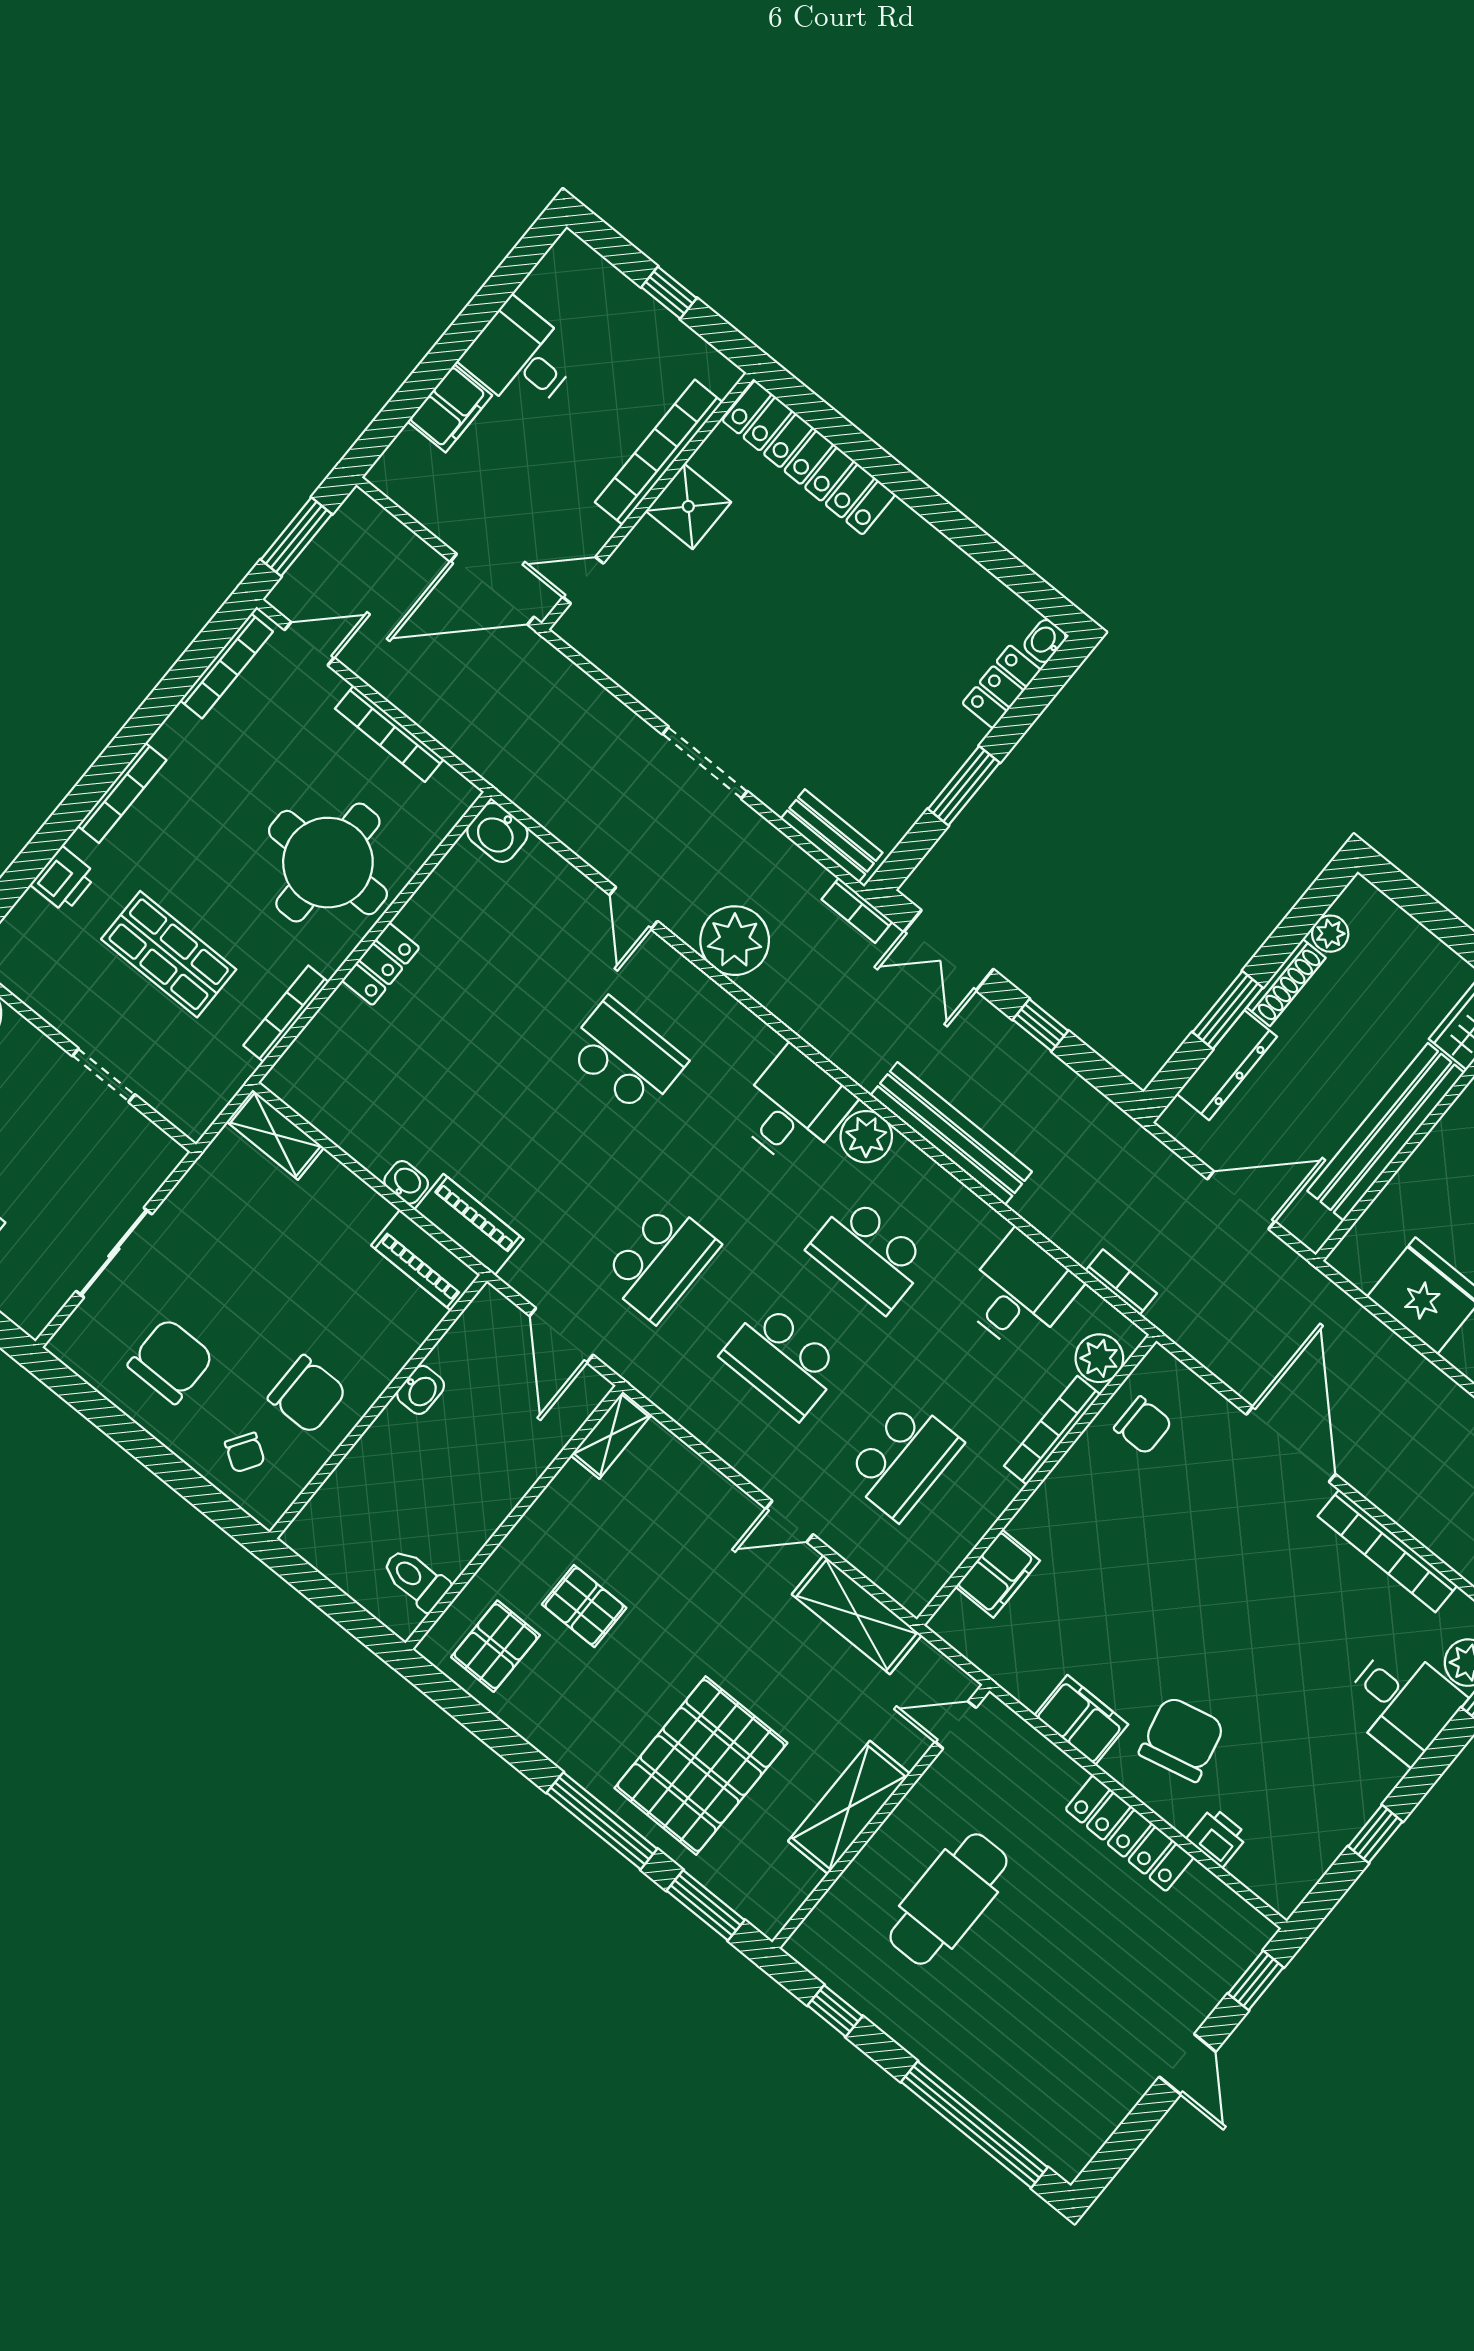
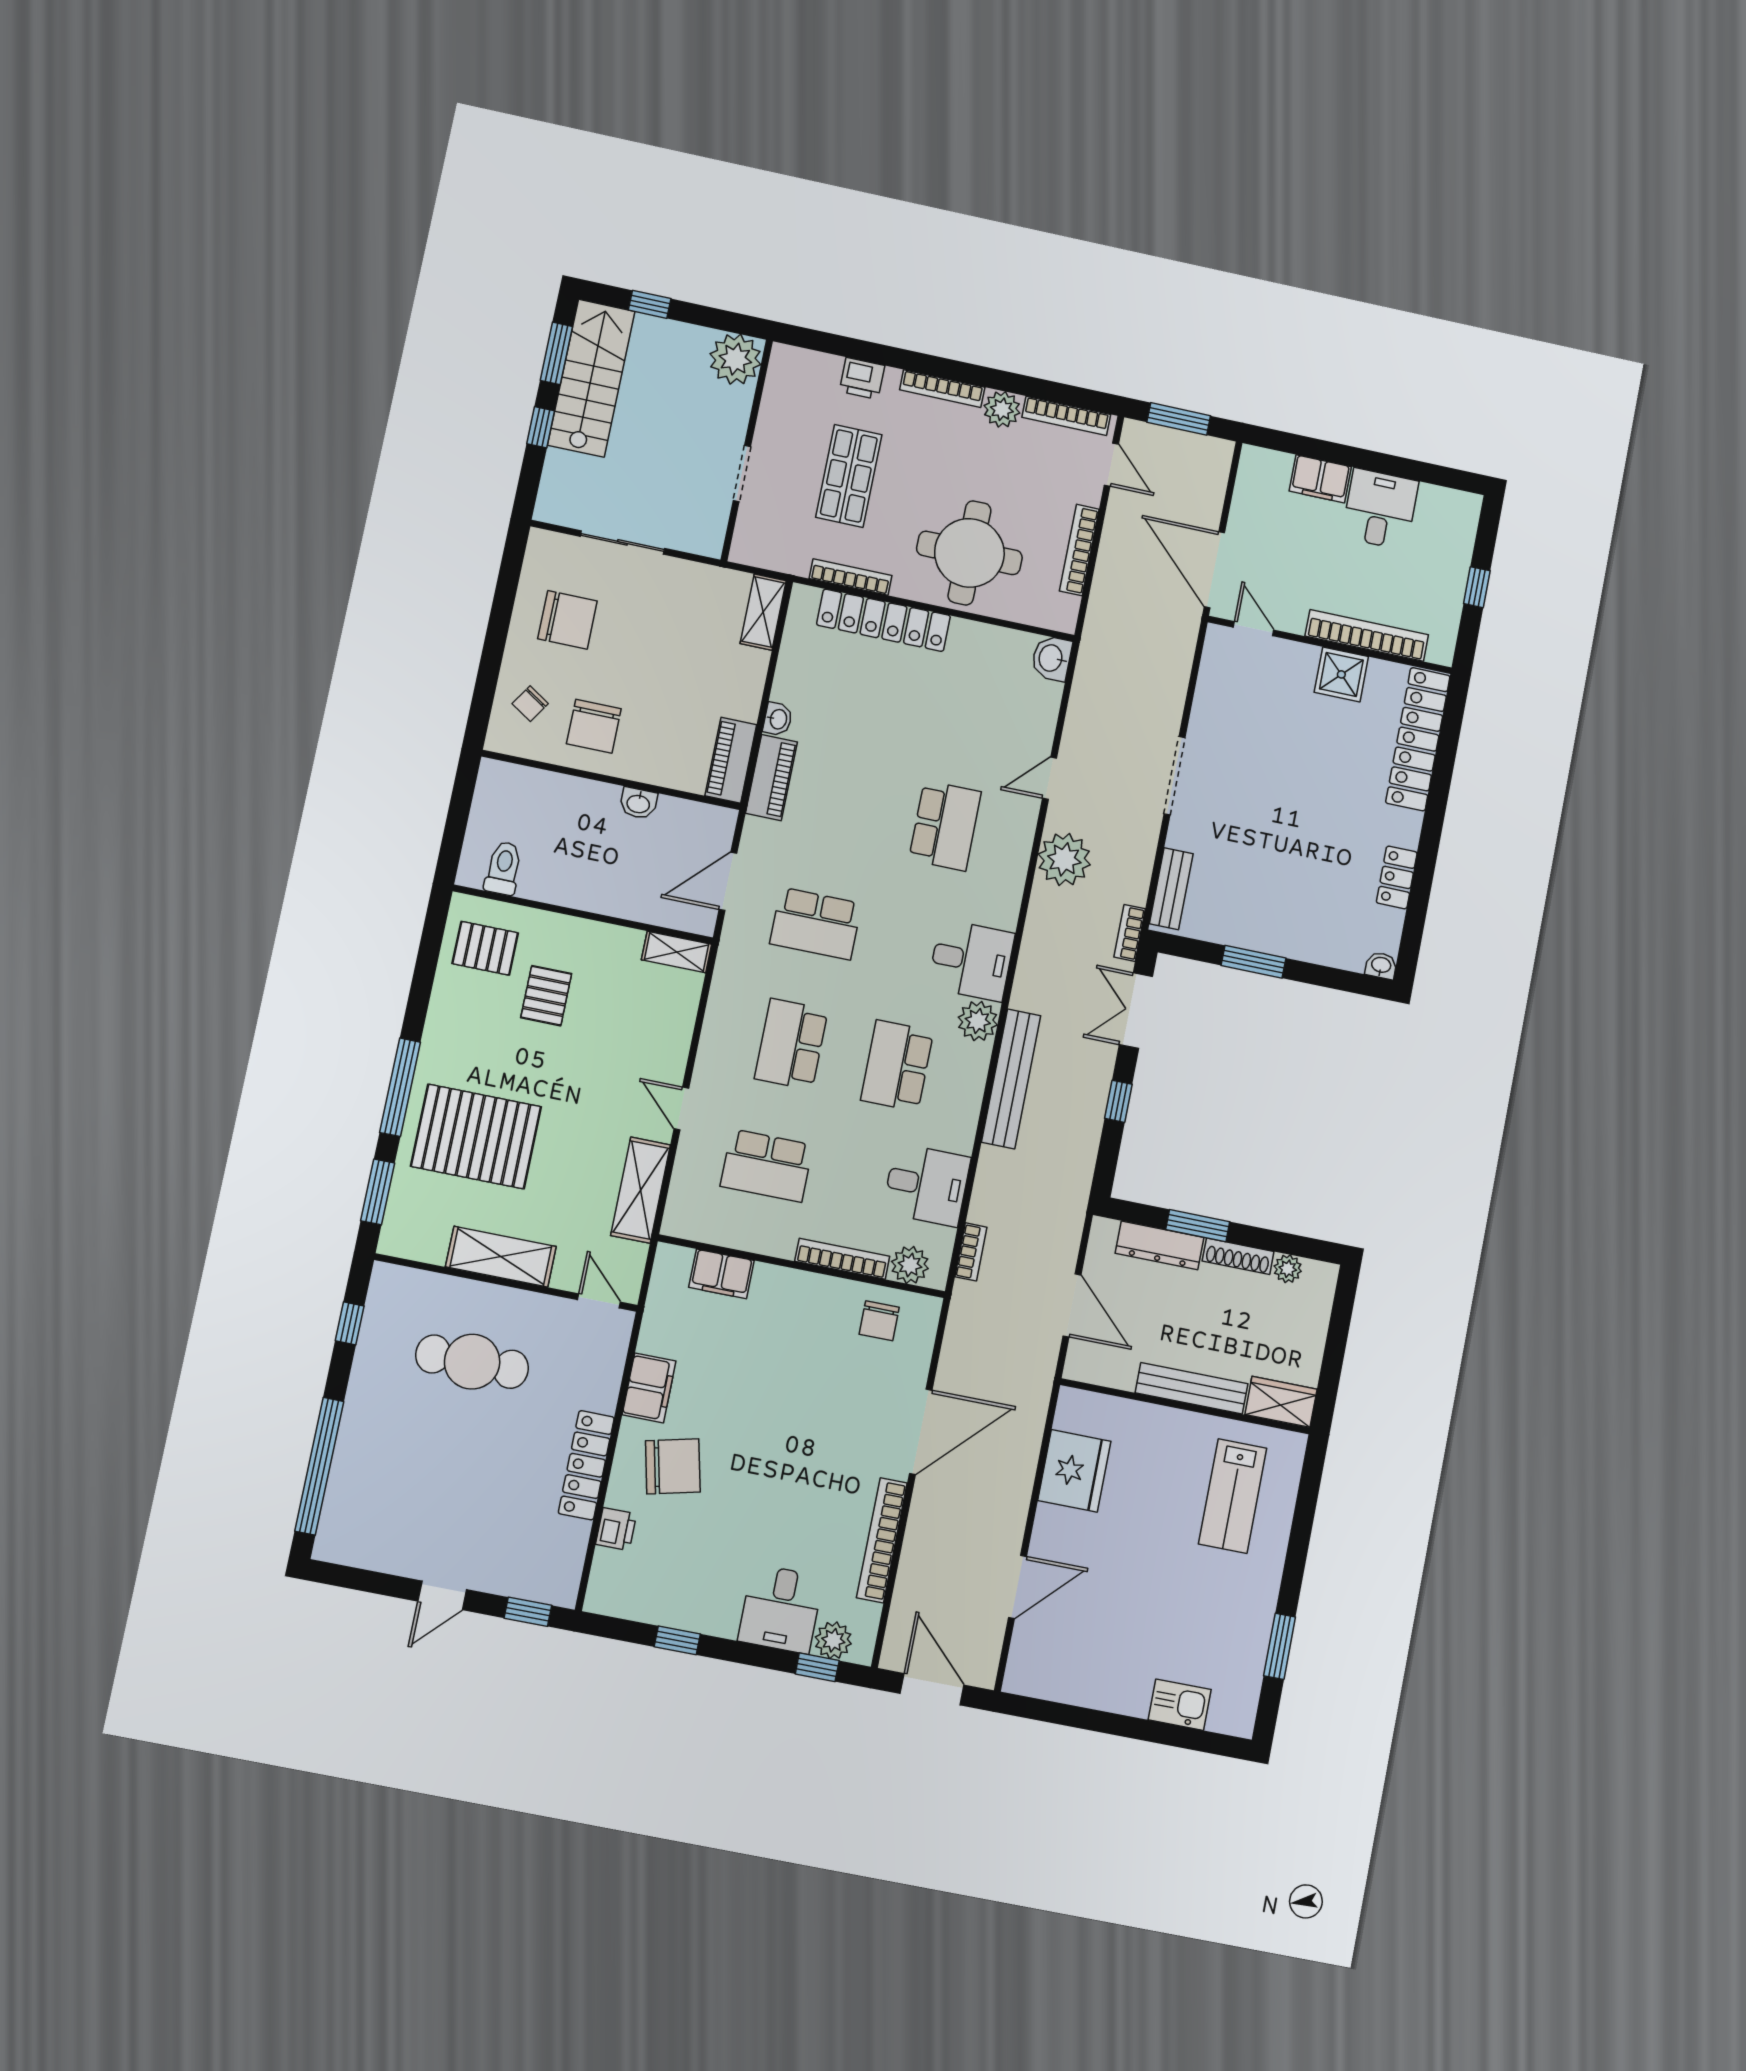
locker: (1002, 687) -> (1397, 877), moved, turned -90
plant: (181, 737) -> (1002, 409), added
locker: (381, 964) -> (883, 620), width x2.16, depth x1.21
bench: (1386, 1132) -> (1192, 1388), width x0.73, depth x0.82

